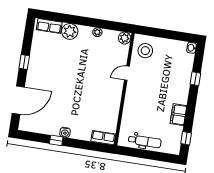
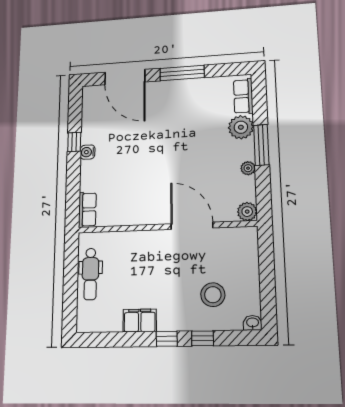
window: (84, 21) -> (261, 145), added
stool: (145, 51) -> (213, 295), moved
window: (24, 62) -> (182, 73), width x2.17
door: (127, 73) -> (192, 226), width x1.88
window: (186, 138) -> (167, 339), moved

